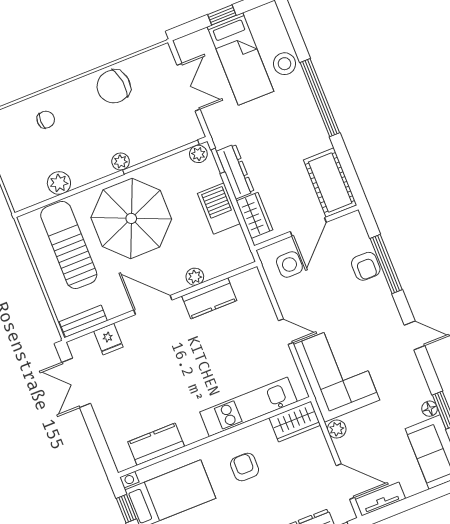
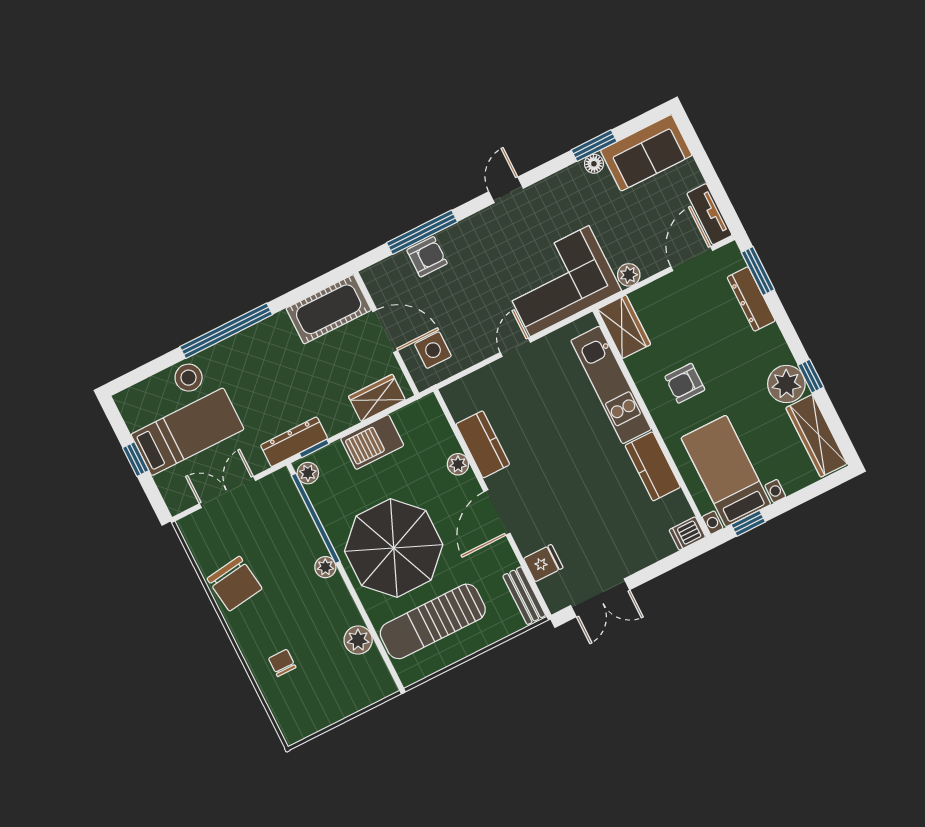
dresser: (235, 171) -> (294, 442), moved
kitchen counter: (156, 444) -> (653, 466), moved
dishwasher: (122, 458) -> (687, 533), added

